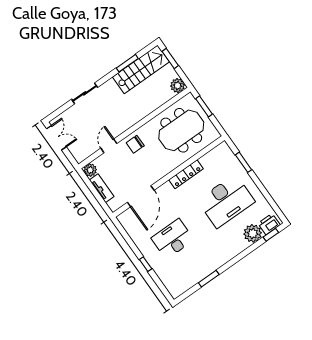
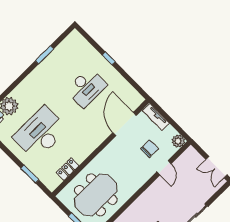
chair: (135, 144) -> (150, 149), moved
locker: (186, 174) -> (68, 169), moved, width x0.66
tv unit: (102, 188) -> (156, 117), moved

